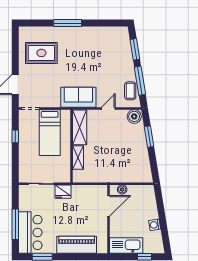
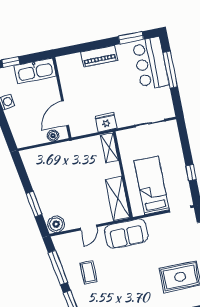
coffee table: (130, 91) -> (89, 272), moved
shelving: (78, 158) -> (110, 148), moved
fridge: (63, 192) -> (106, 122), moved
piano: (77, 245) -> (99, 56), width x0.73, depth x0.75

